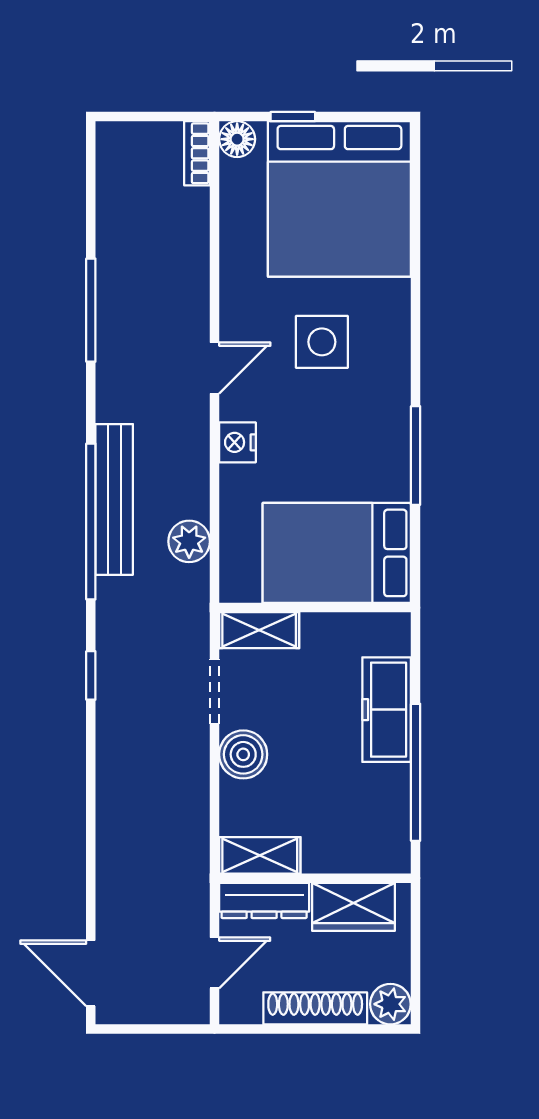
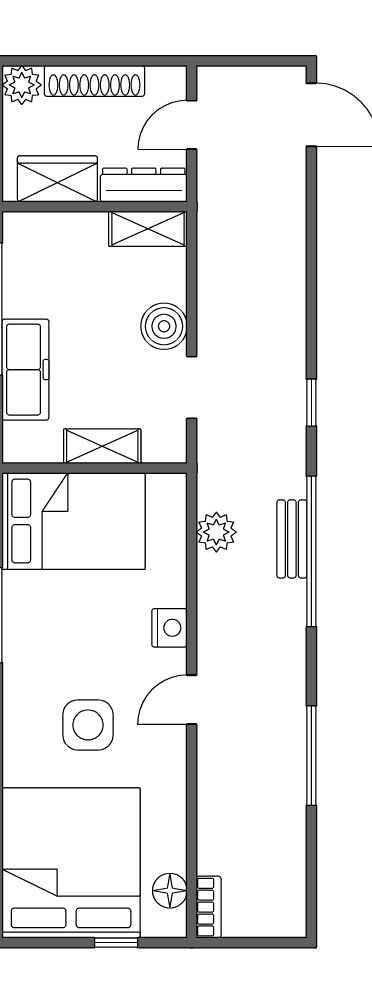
floor lamp: (237, 139) -> (170, 891), moved
bench: (114, 499) -> (292, 539), width x0.54, depth x0.82
shelving: (259, 630) -> (102, 446), moved

